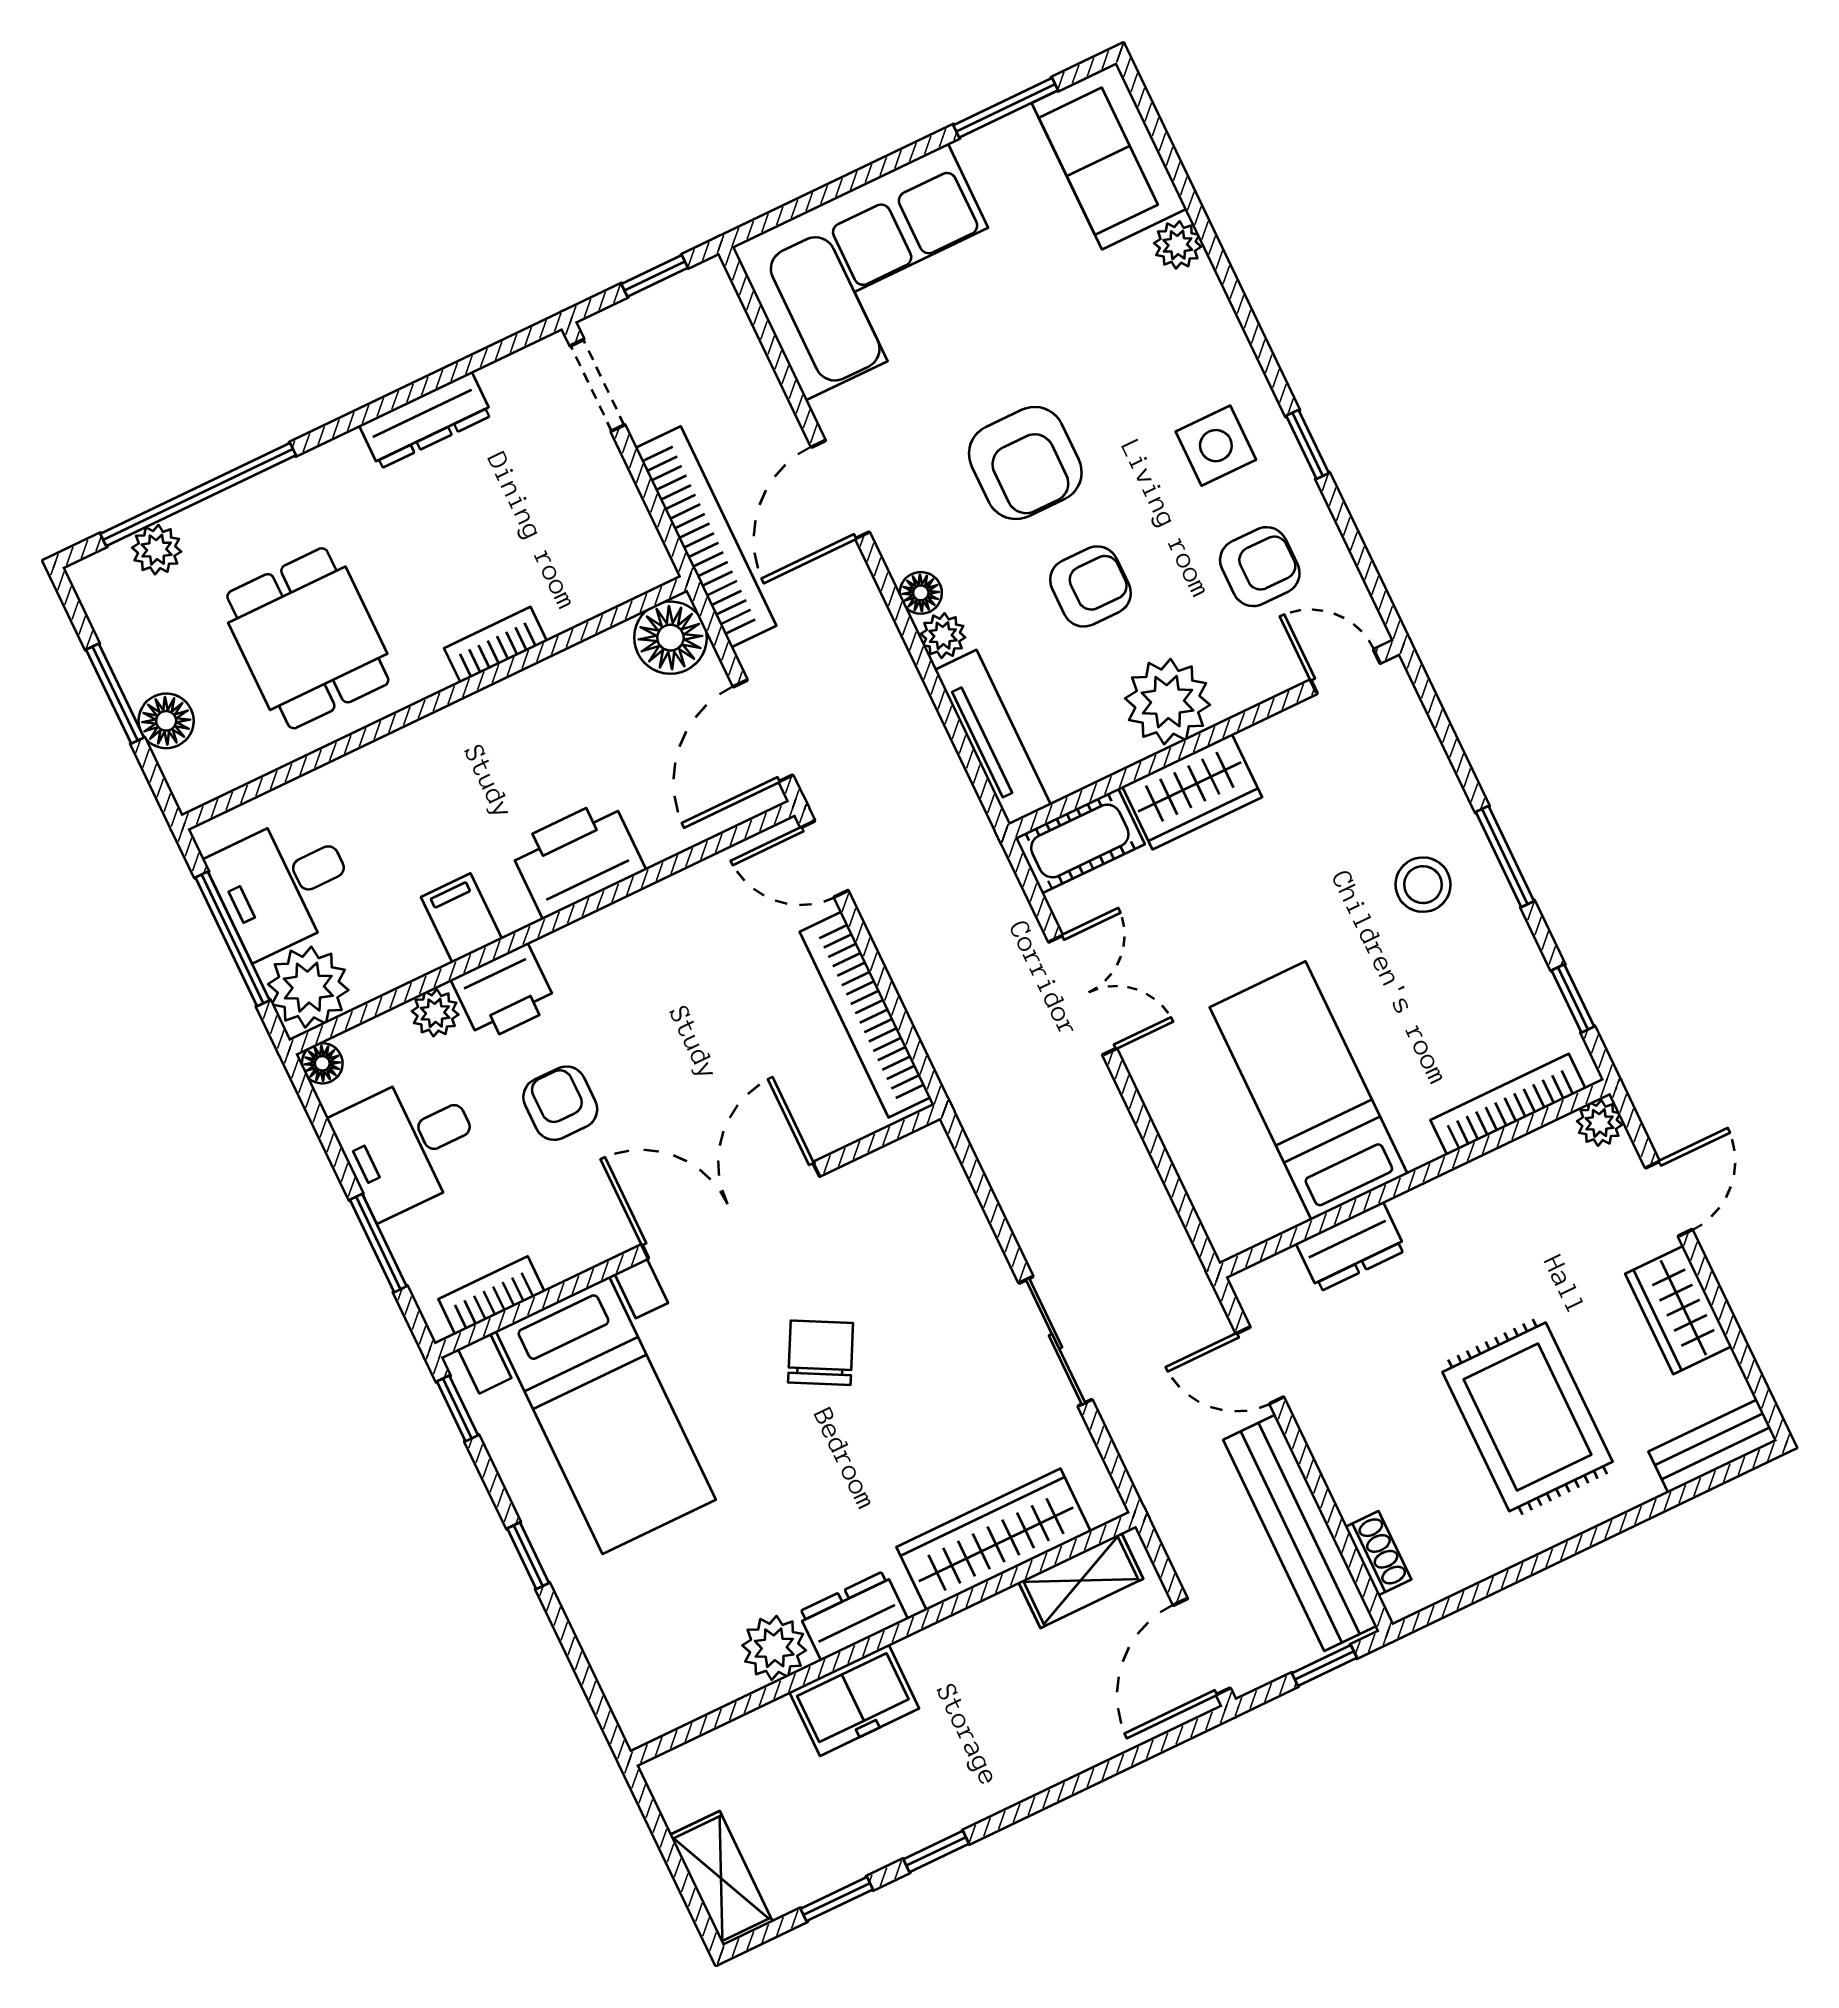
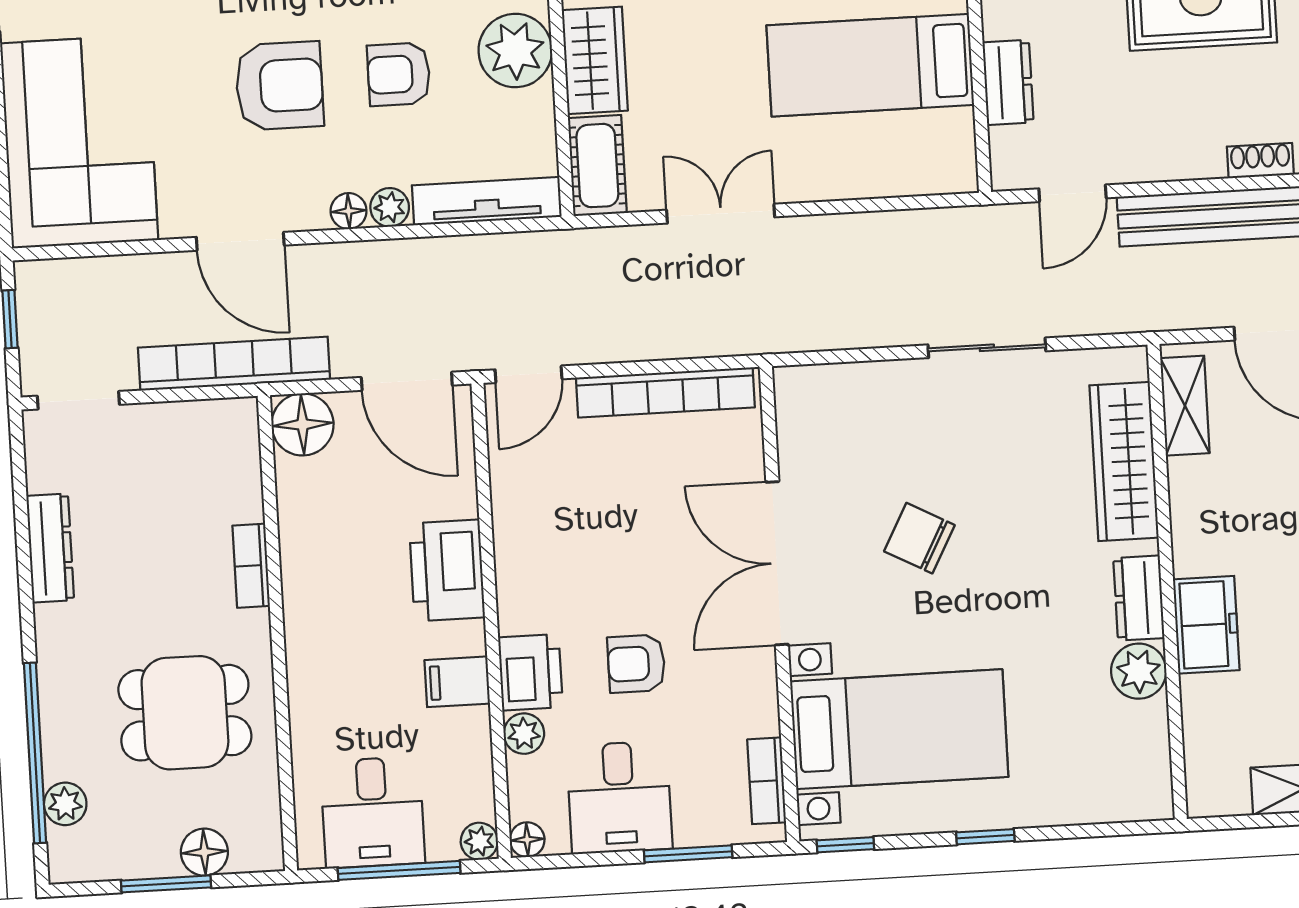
armchair: (1090, 586) -> (399, 74), turned -90
plant: (308, 987) -> (479, 841), width x0.53, depth x0.53

